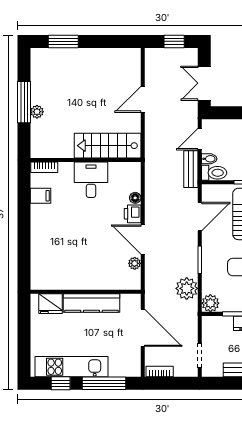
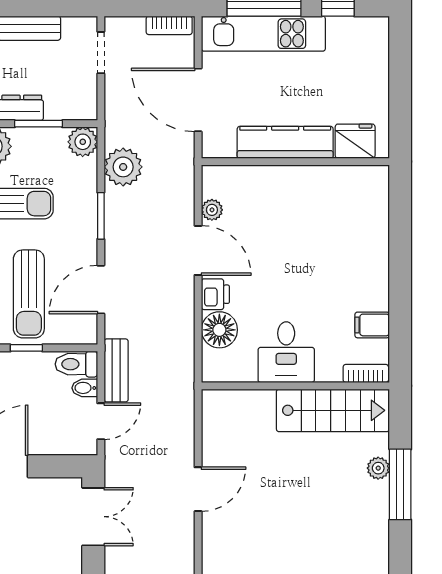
stairs: (108, 146) -> (333, 410), moved
floor lamp: (135, 198) -> (219, 330), width x1.89, depth x1.89
kitchen unit: (71, 367) -> (263, 34), moved

